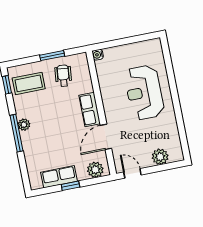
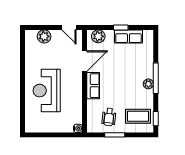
reception desk: (144, 92) -> (47, 91), turned 180

